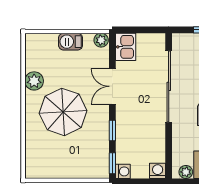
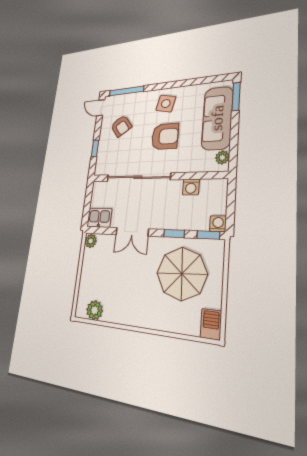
barbecue: (71, 42) -> (211, 324), moved, turned 180
plant: (34, 81) -> (95, 310), moved
parasol: (63, 112) -> (182, 274), moved
washing machine: (158, 171) -> (191, 187), moved, turned -90

